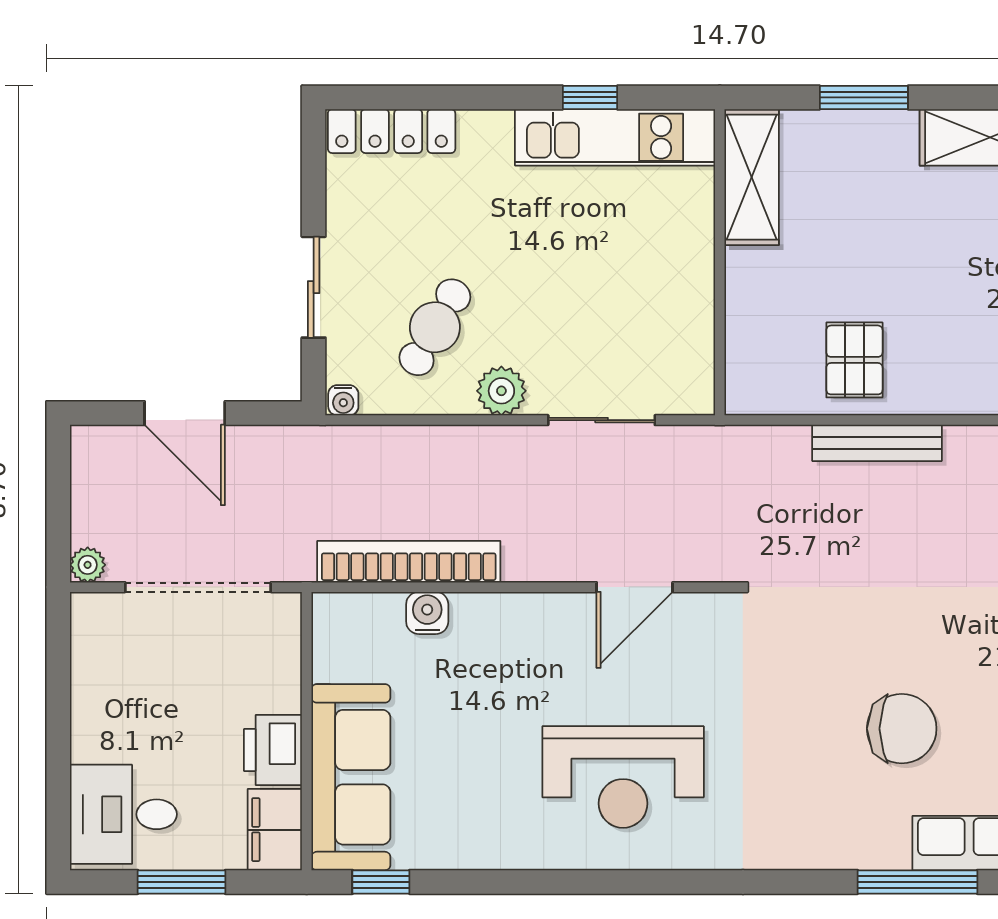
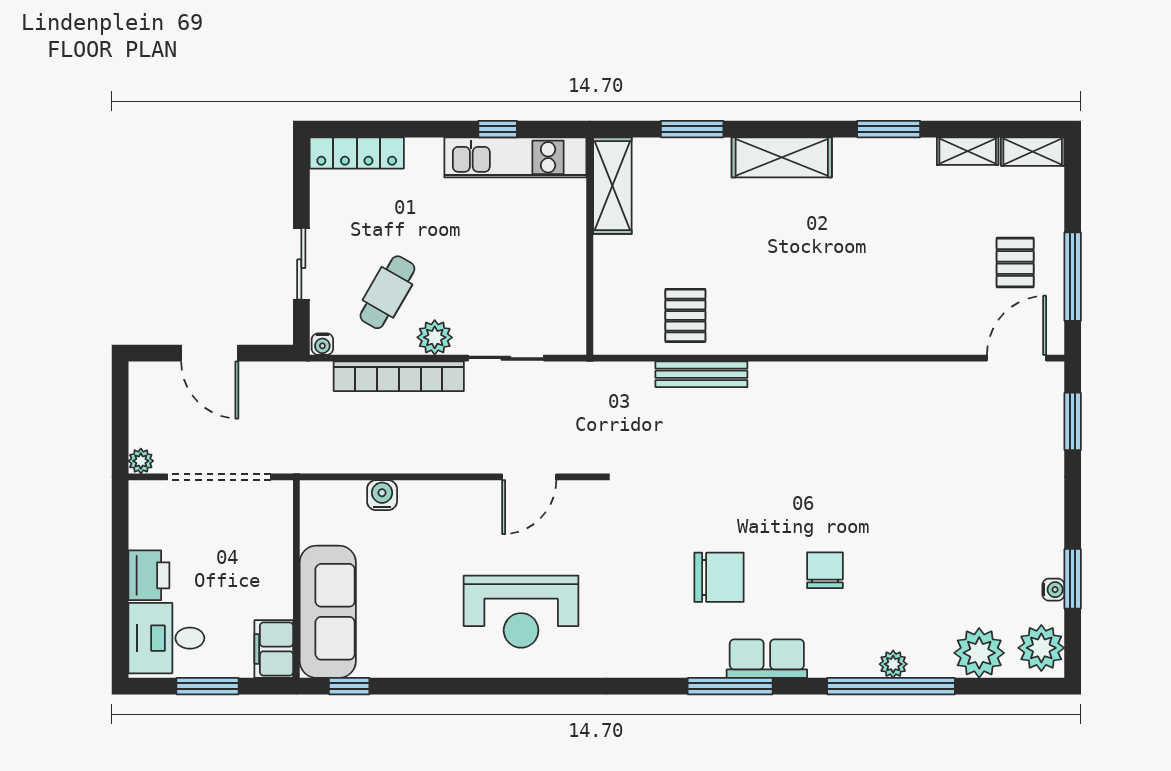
bookcase: (409, 562) -> (399, 376), moved, turned 180
printer: (273, 750) -> (149, 575), moved, turned 180

